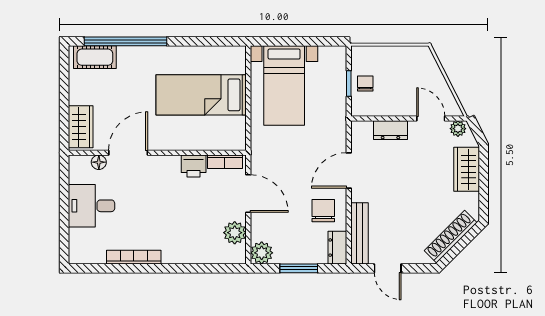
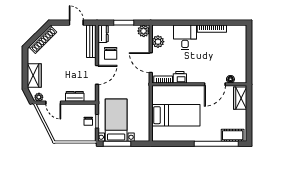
window: (311, 41) -> (117, 144), added
bed with nightstands: (284, 86) -> (116, 120), moved
desk: (92, 206) -> (185, 37), moved, turned -90

